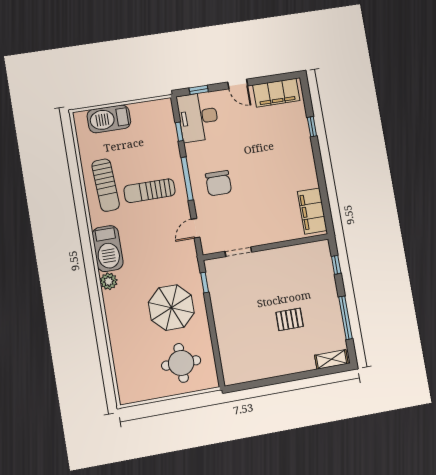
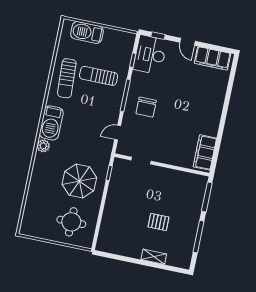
window: (312, 127) -> (229, 92), removed
sun lounger: (150, 191) -> (99, 76), moved
window: (336, 265) -> (207, 197), width x2.17
shelving: (331, 359) -> (154, 257), moved

